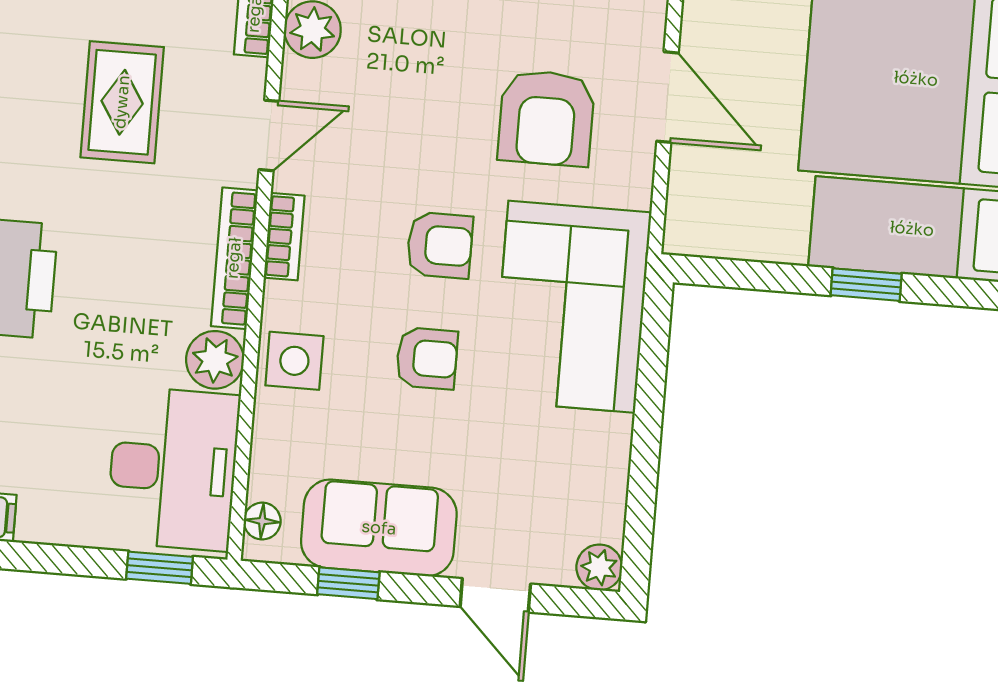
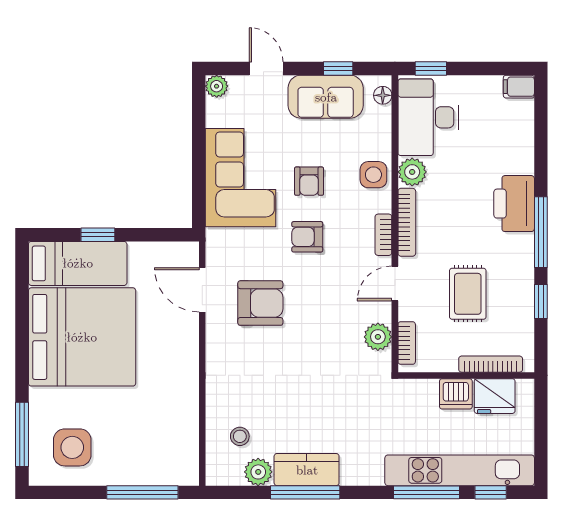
door: (667, 97) -> (202, 290), moved
armchair: (546, 118) -> (260, 303), turned 90
corner sofa: (572, 307) -> (240, 178), moved
armchair: (427, 358) -> (309, 181), turned -90

